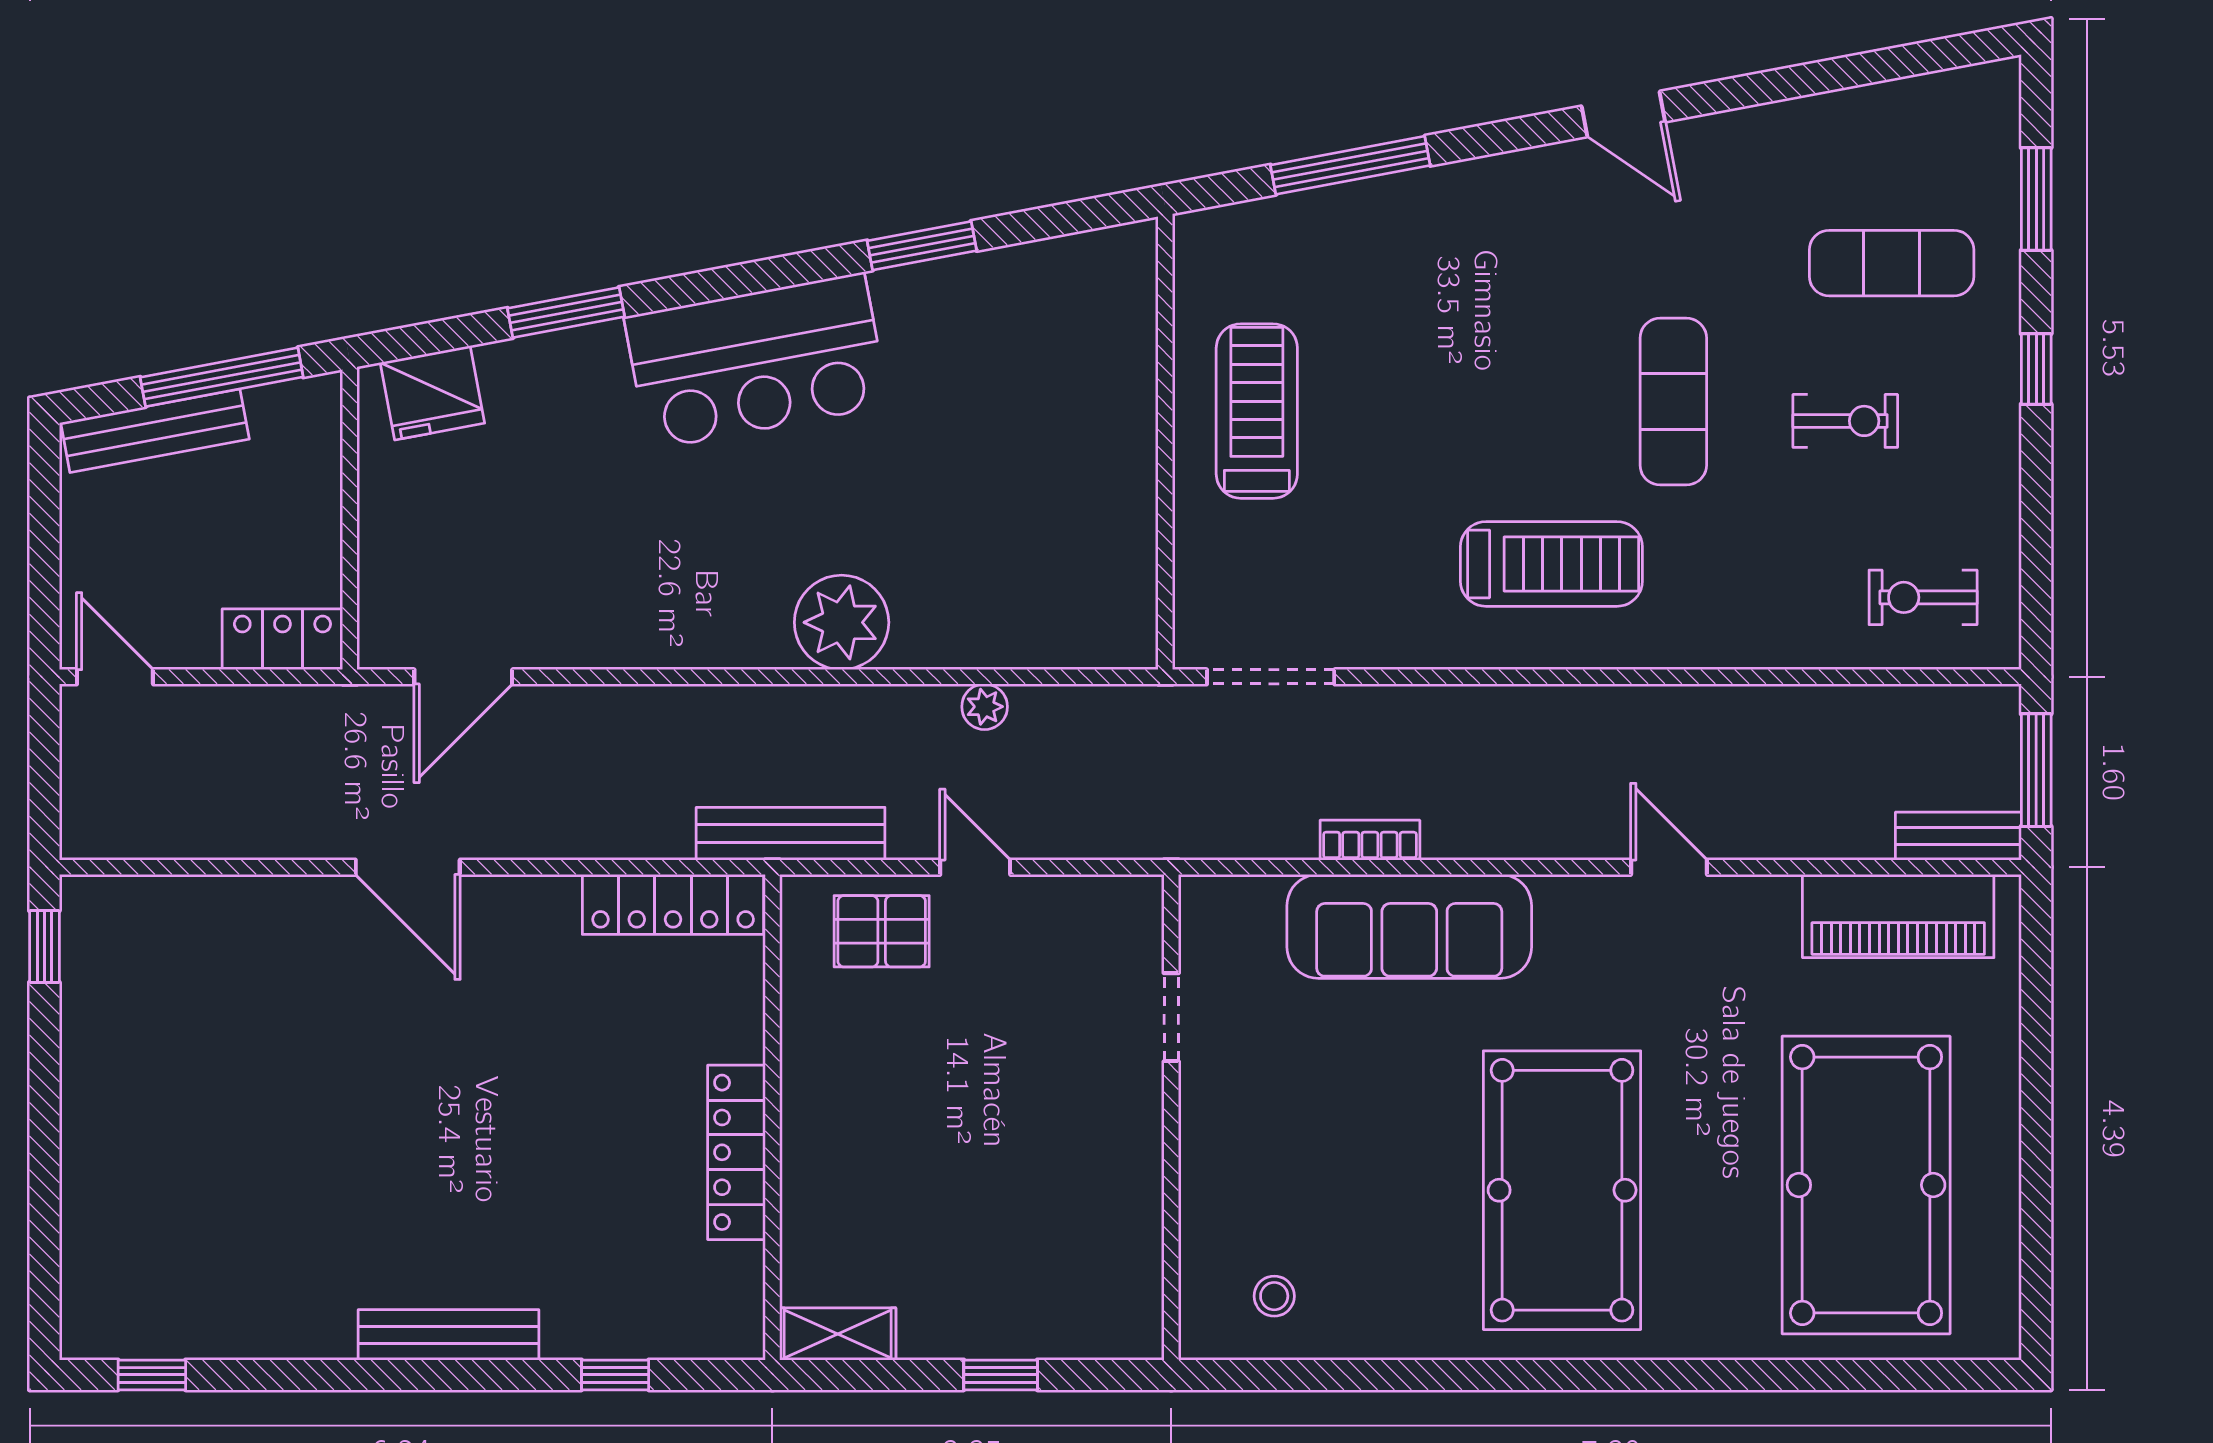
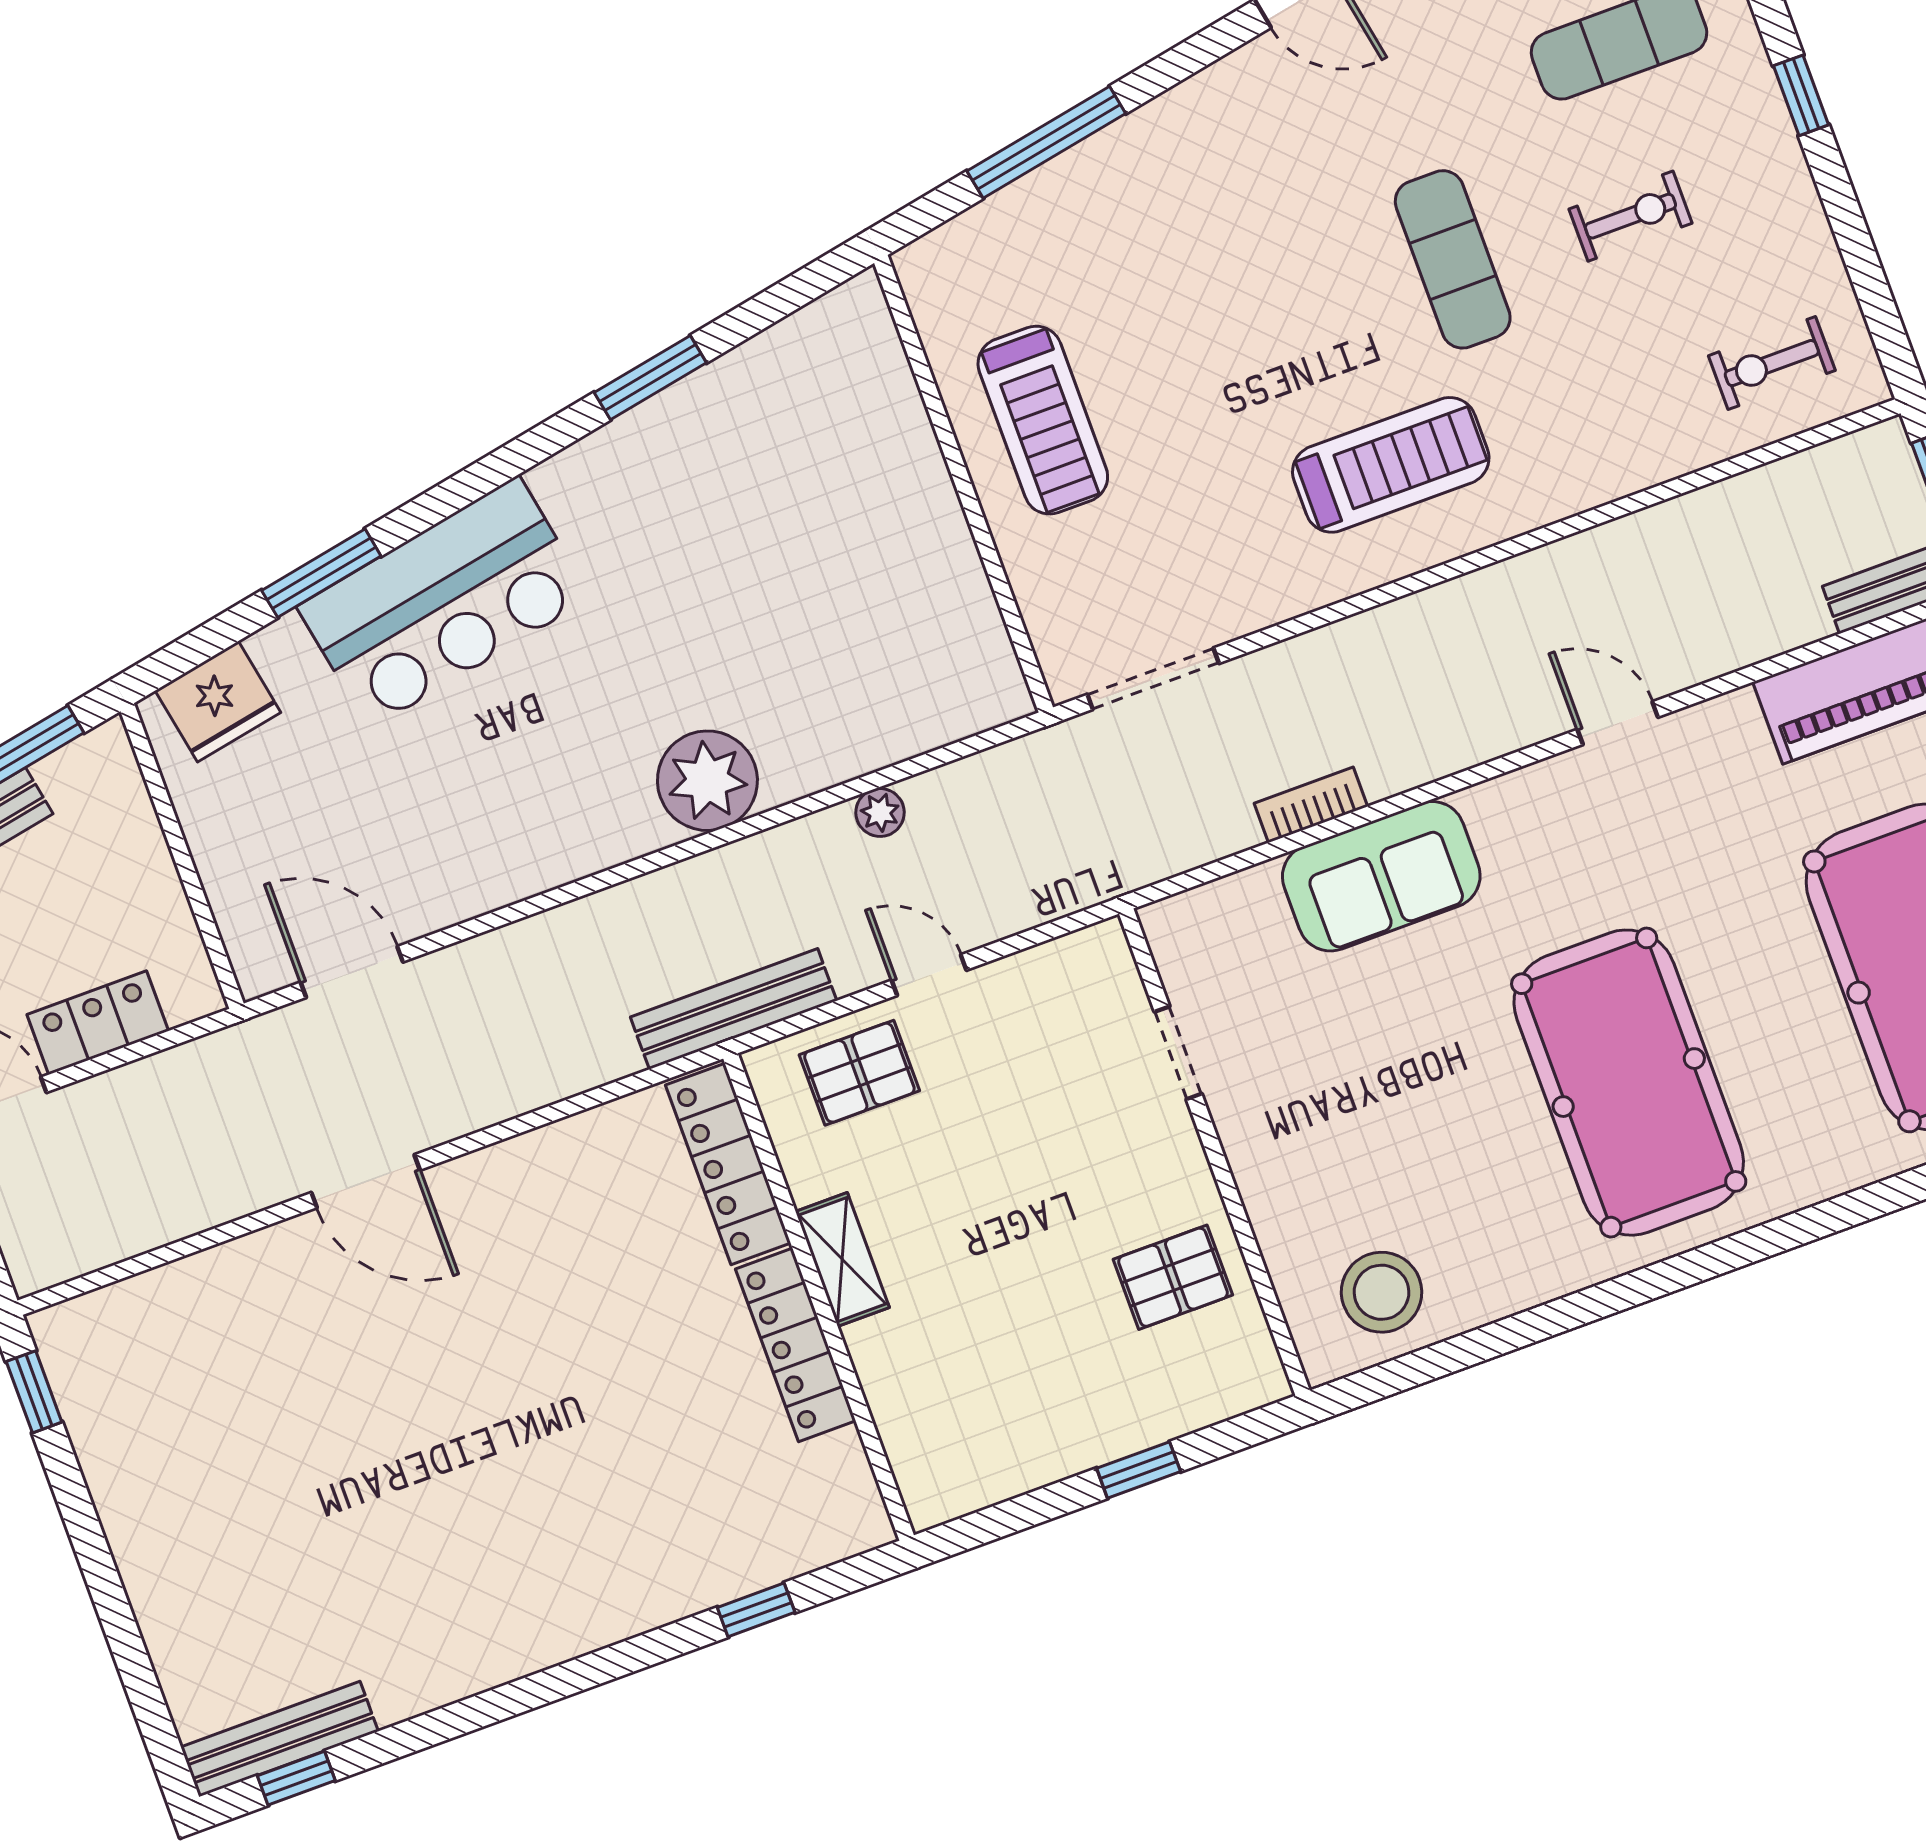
bar counter: (756, 361) -> (444, 602), moved
treadmill: (1257, 411) -> (1043, 420), turned 180
locker: (282, 639) -> (98, 1023), moved
door: (463, 677) -> (352, 972), swing flipped
locker: (673, 904) -> (728, 1164), moved, turned 90
sofa: (1409, 926) -> (1381, 876), width x0.73
pallet: (1094, 1215) -> (1173, 1277), added
stool: (1274, 1296) -> (1382, 1292), width x1.89, depth x1.89
shelving: (838, 1334) -> (842, 1259), moved, turned 90
bench: (449, 1335) -> (279, 1739), moved

